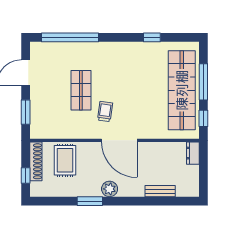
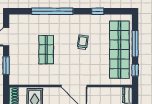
window: (70, 37) -> (52, 11), moved
trolley: (105, 112) -> (83, 42), moved

